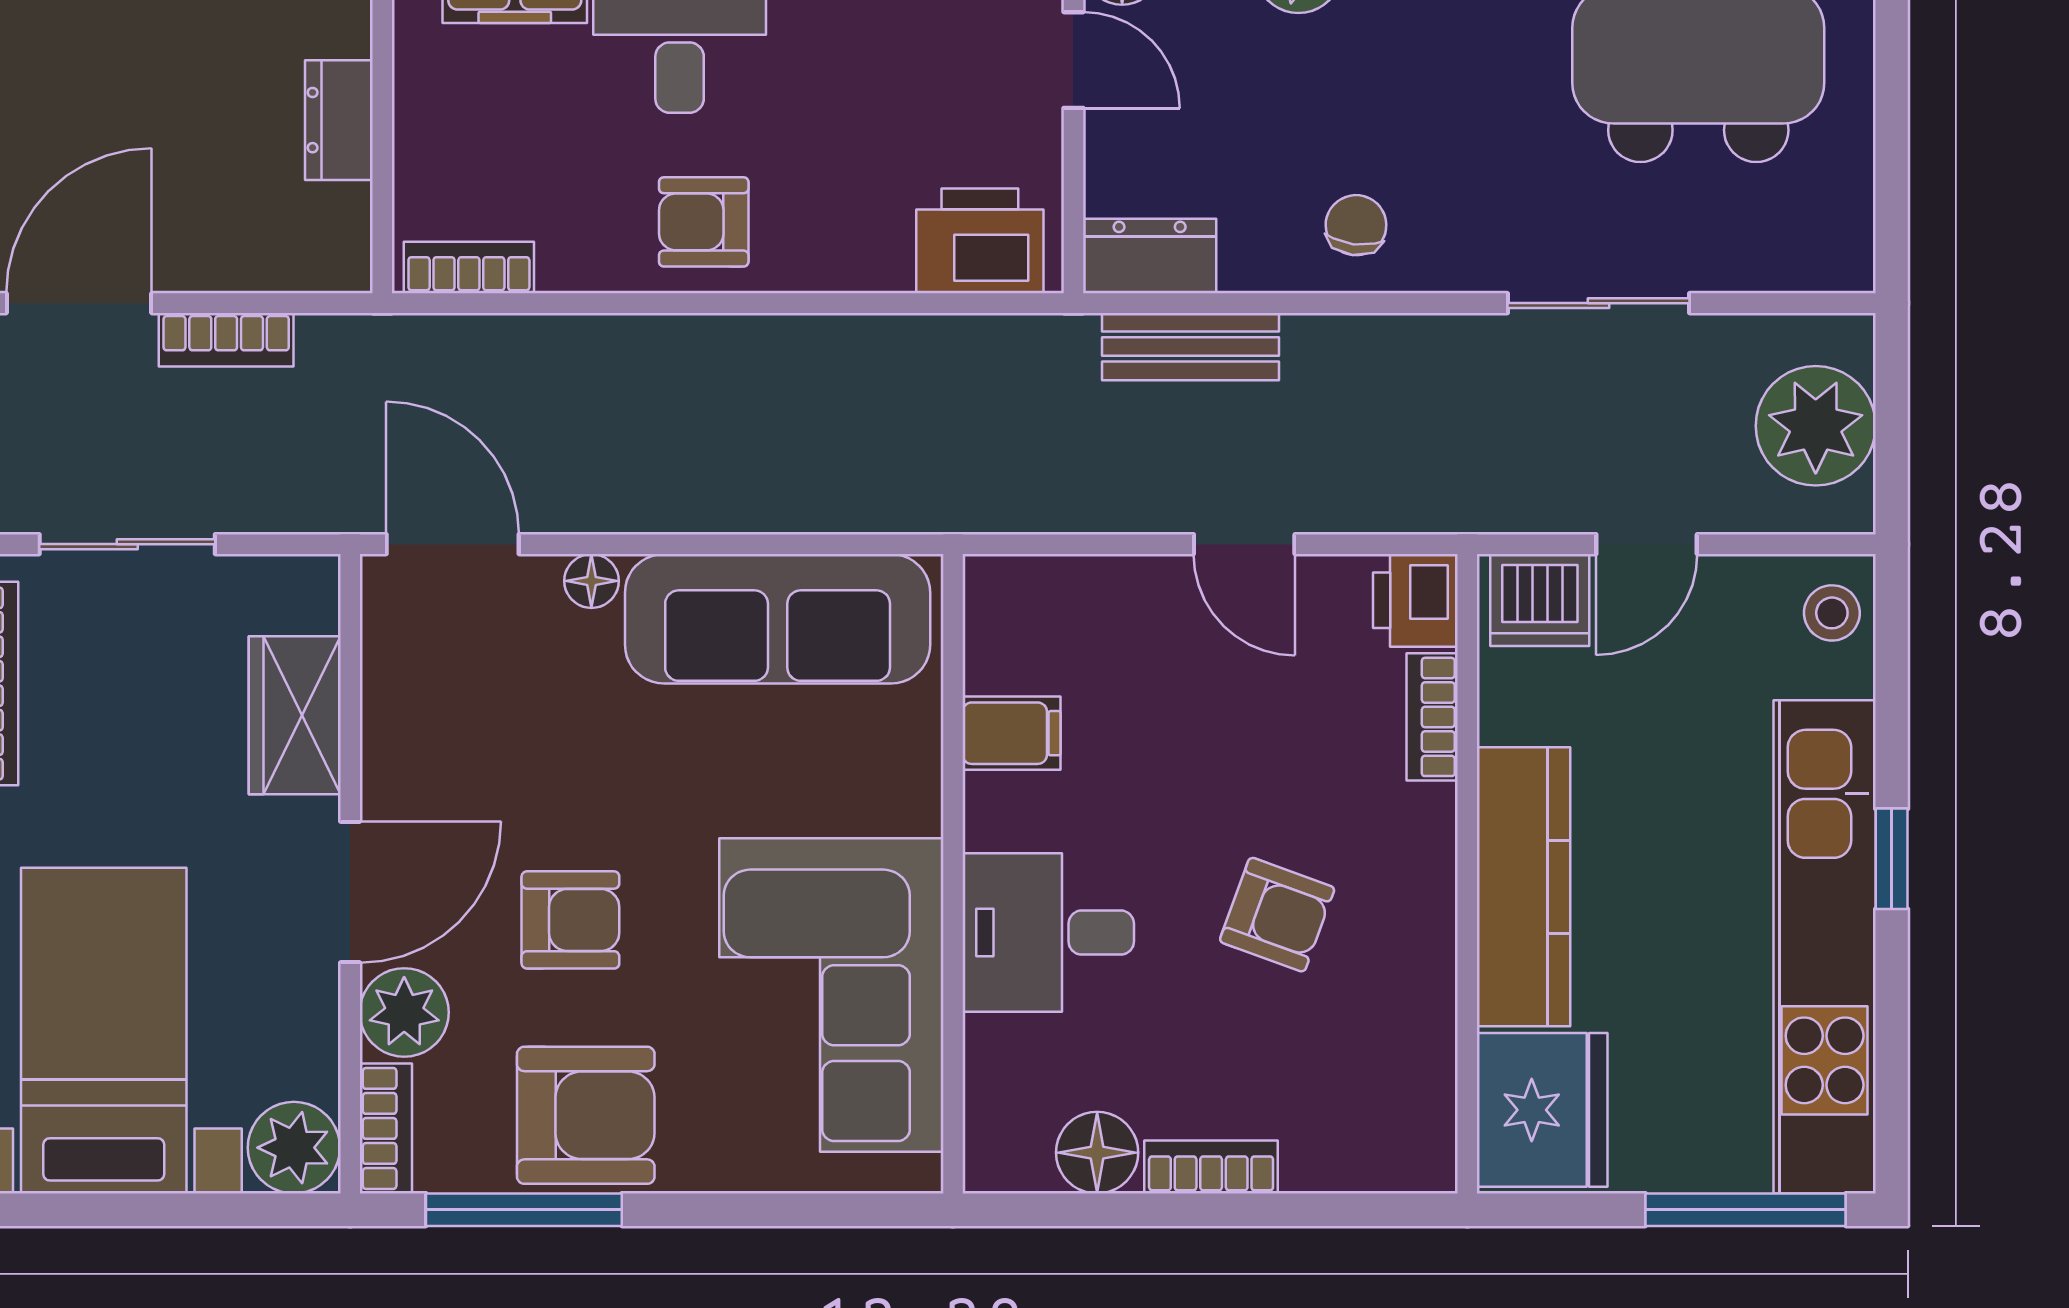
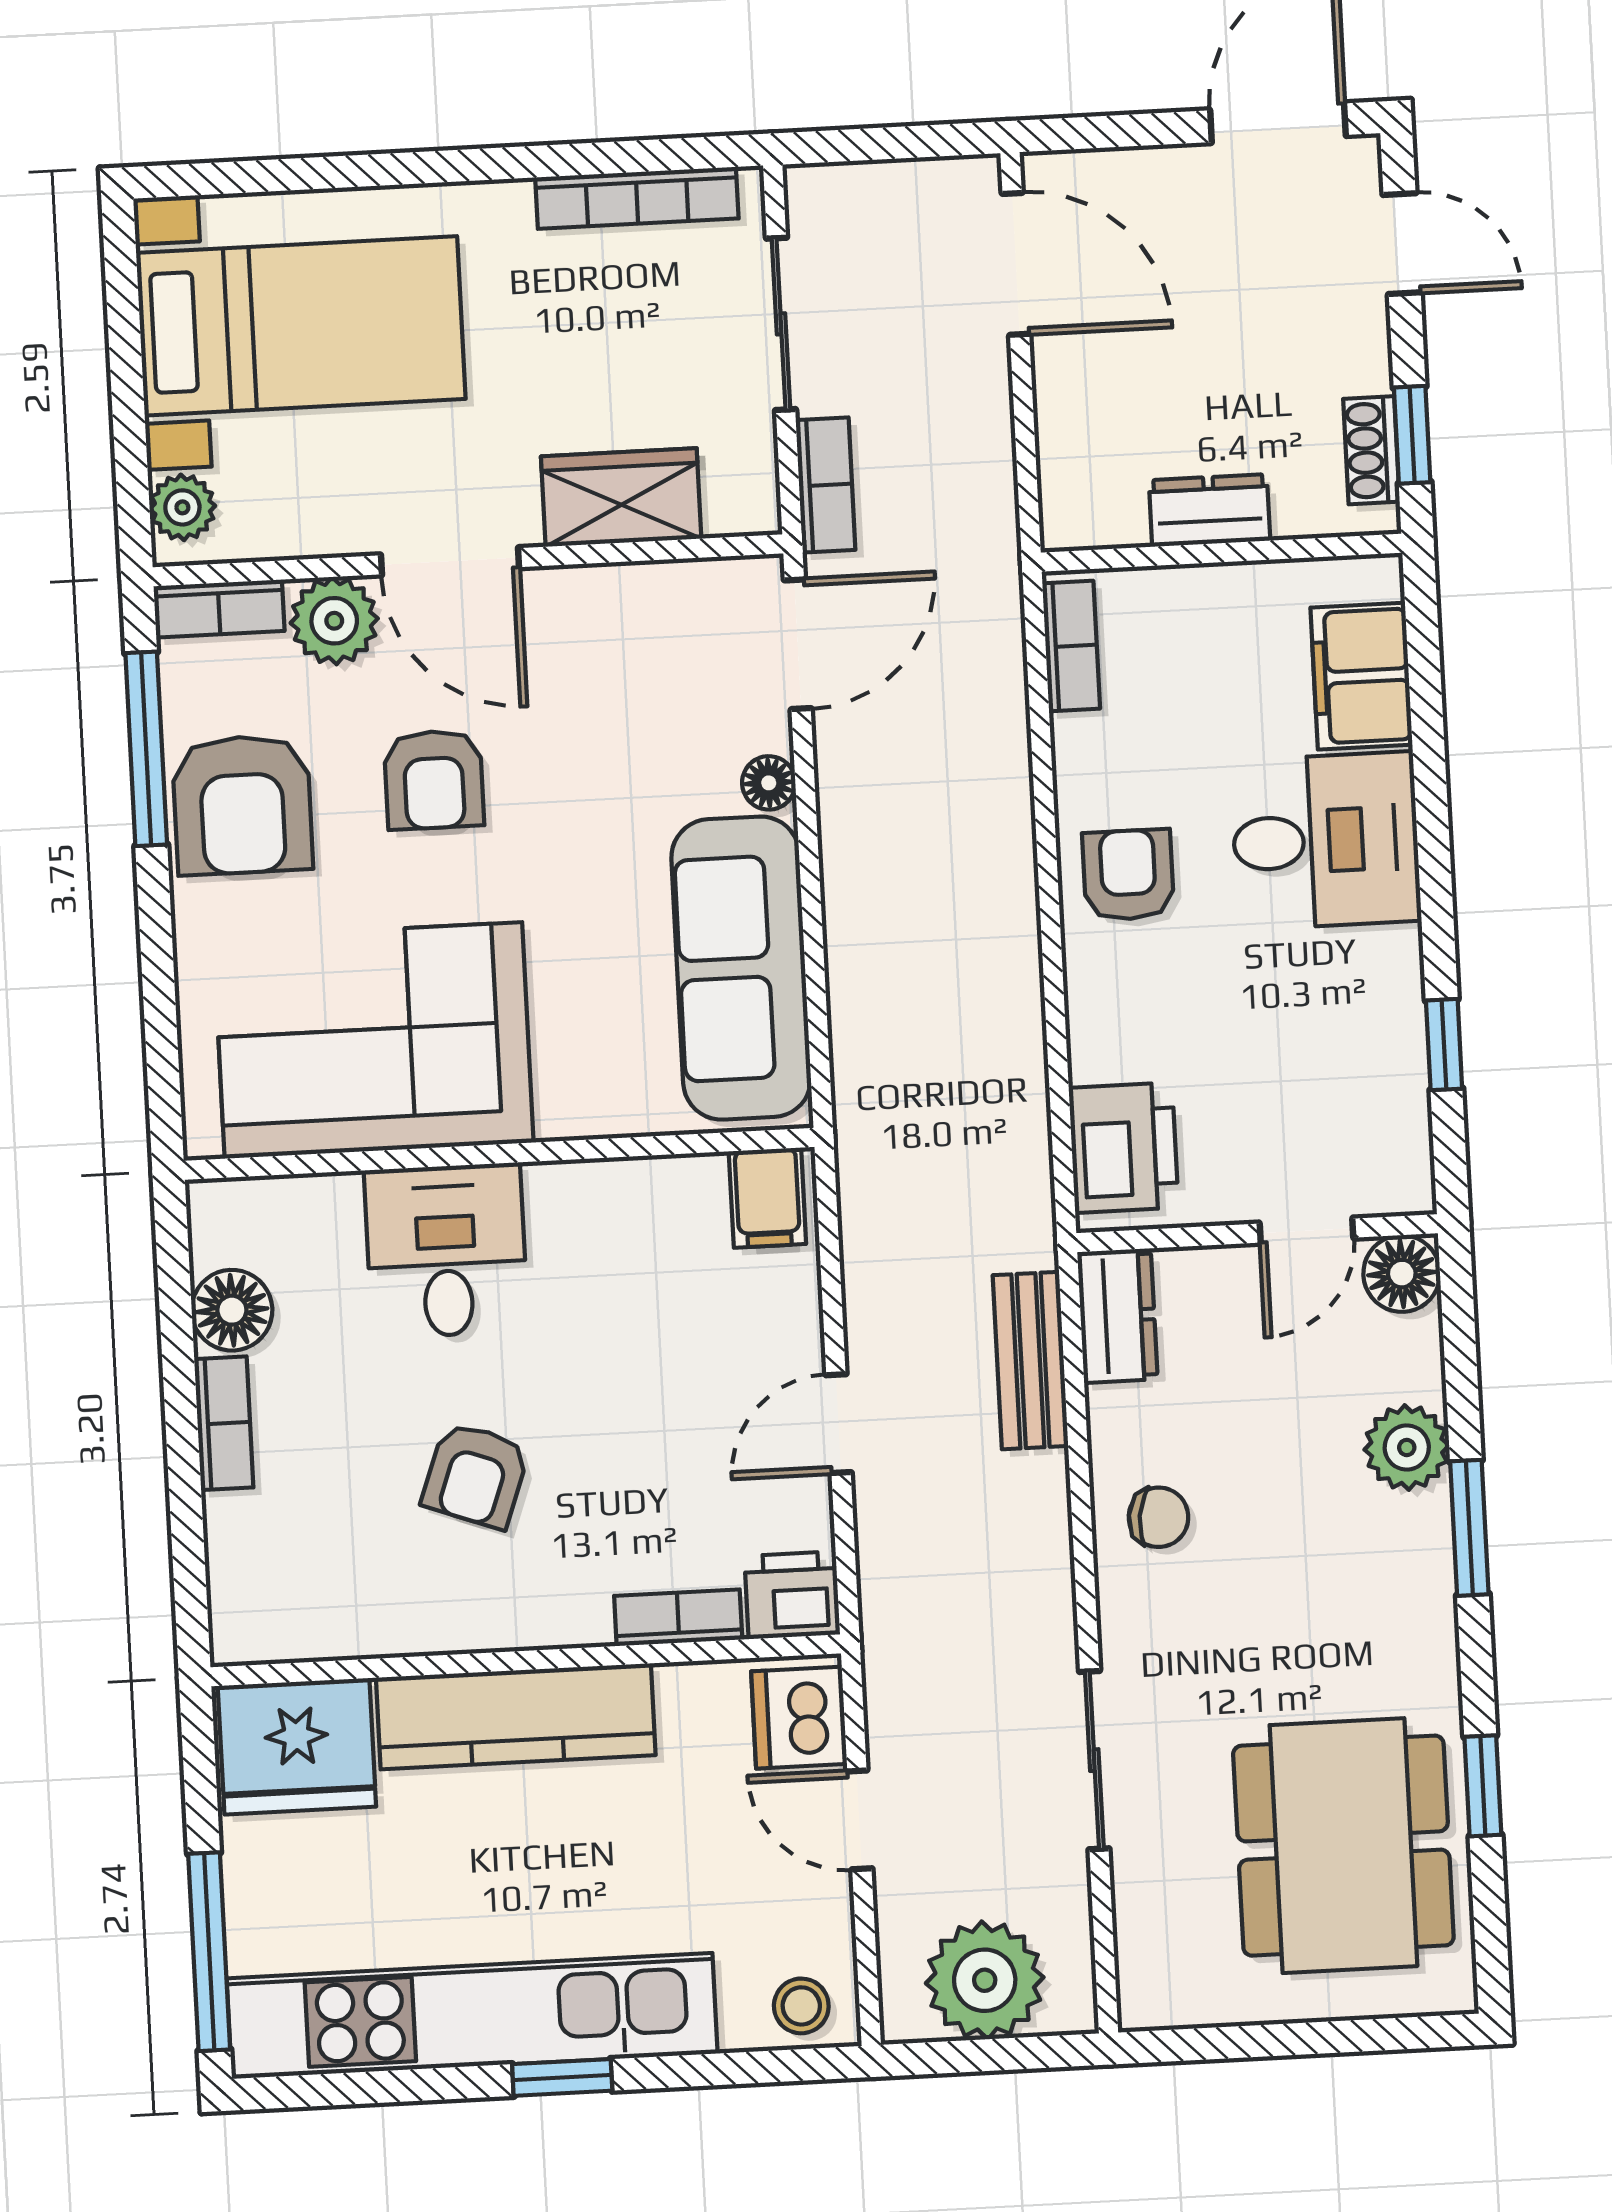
bookcase: (226, 340) -> (825, 485), moved, turned 180
filing cabinet: (1012, 733) -> (767, 1198), moved
plant: (294, 1148) -> (182, 507), width x0.73, depth x0.73

